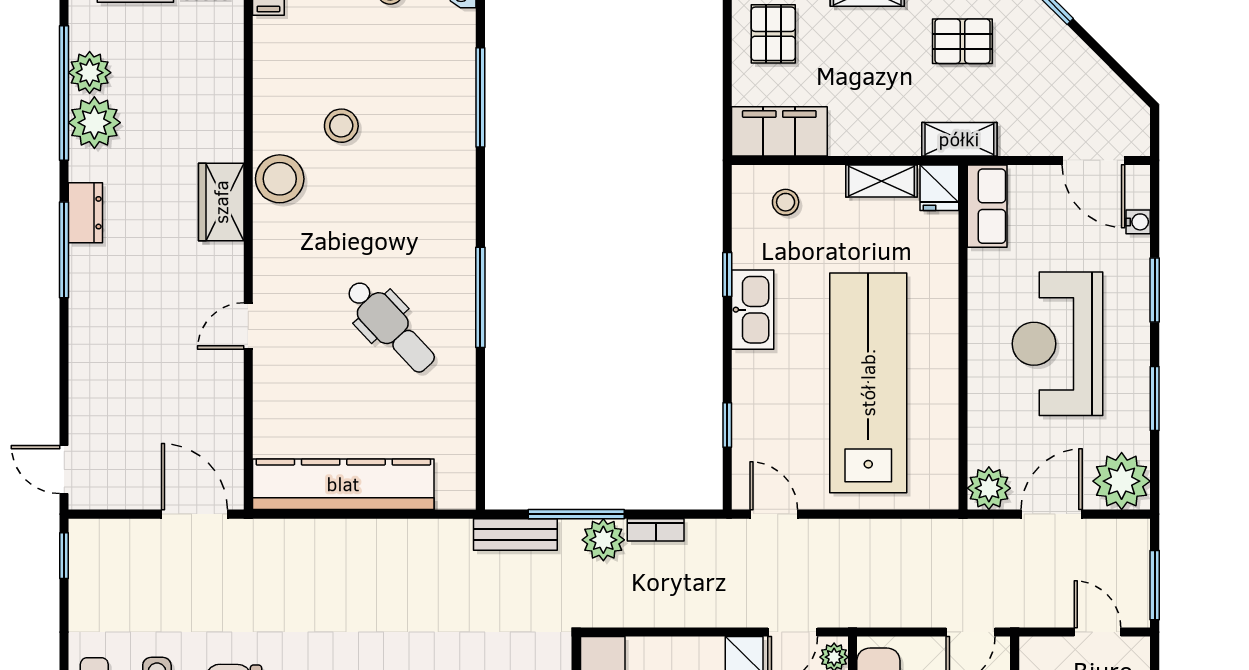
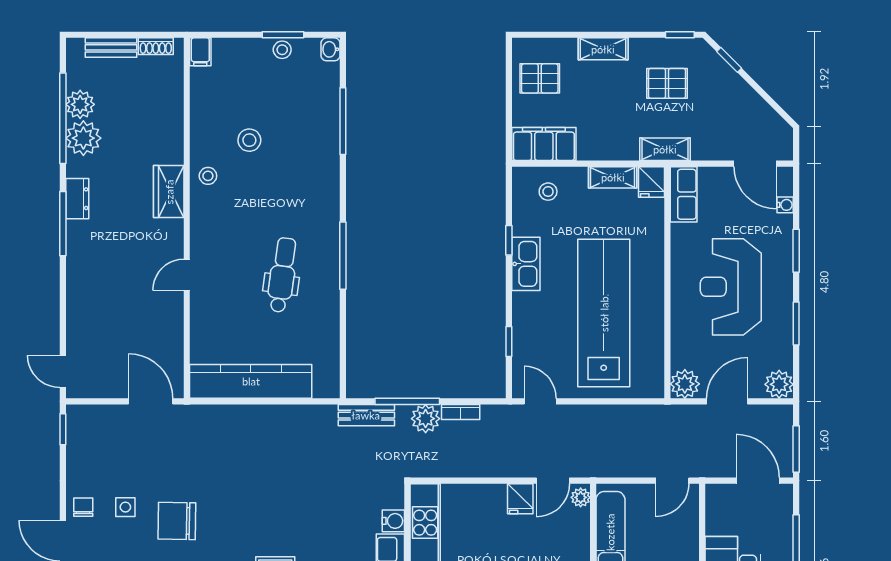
pallet: (773, 34) -> (540, 78), turned 90
stool: (280, 179) -> (208, 176), width x0.53, depth x0.53
dental chair: (390, 326) -> (282, 275), turned -129
plant: (1122, 481) -> (779, 384), width x0.73, depth x0.73
door: (1097, 632) -> (758, 481), width x1.38

